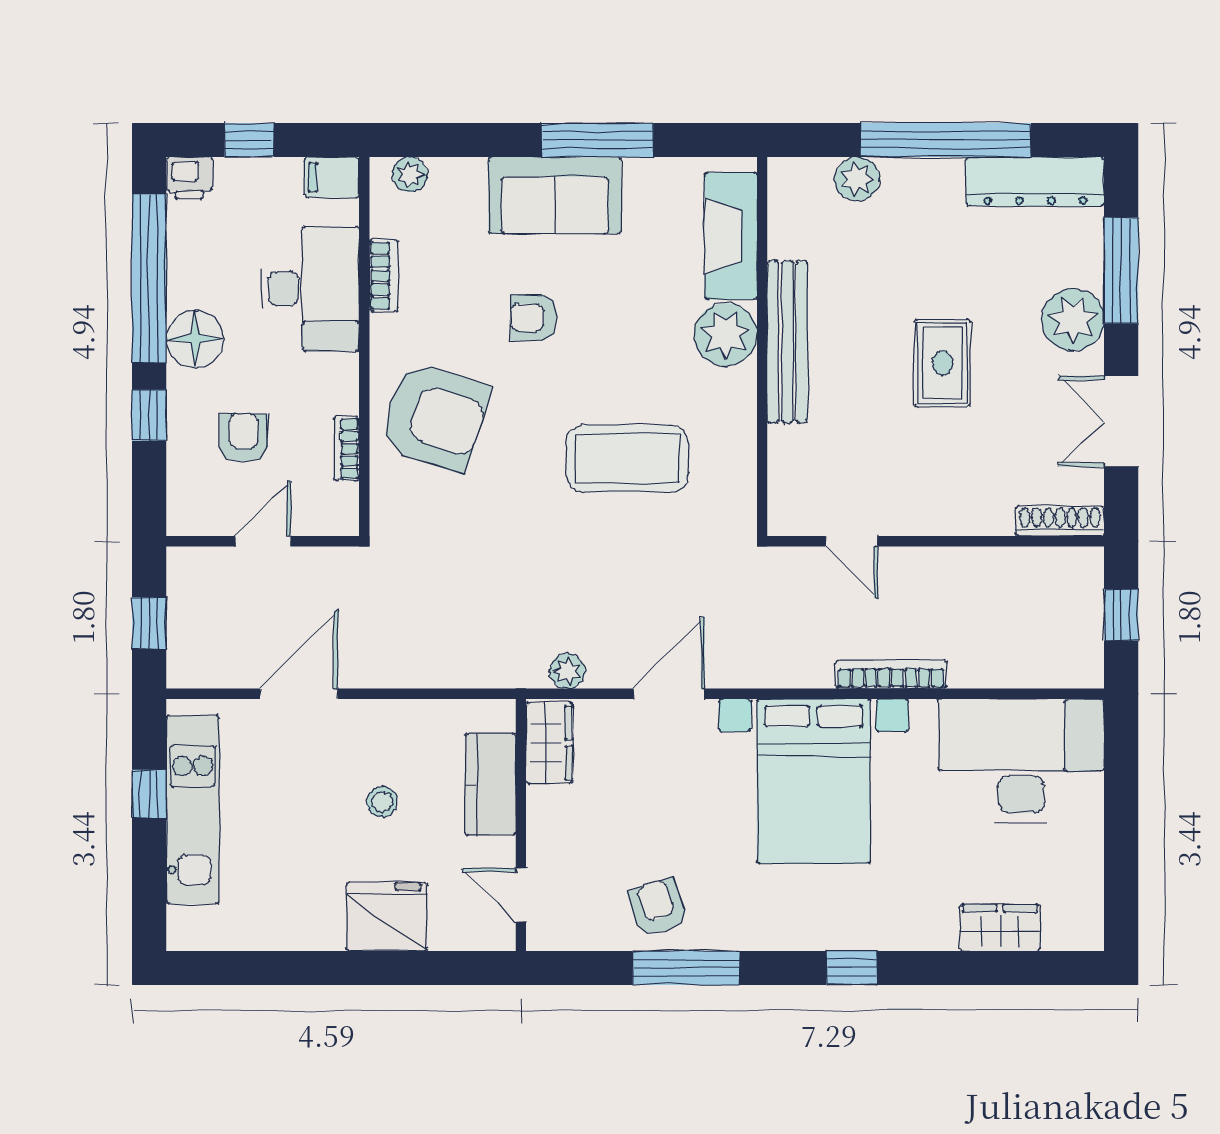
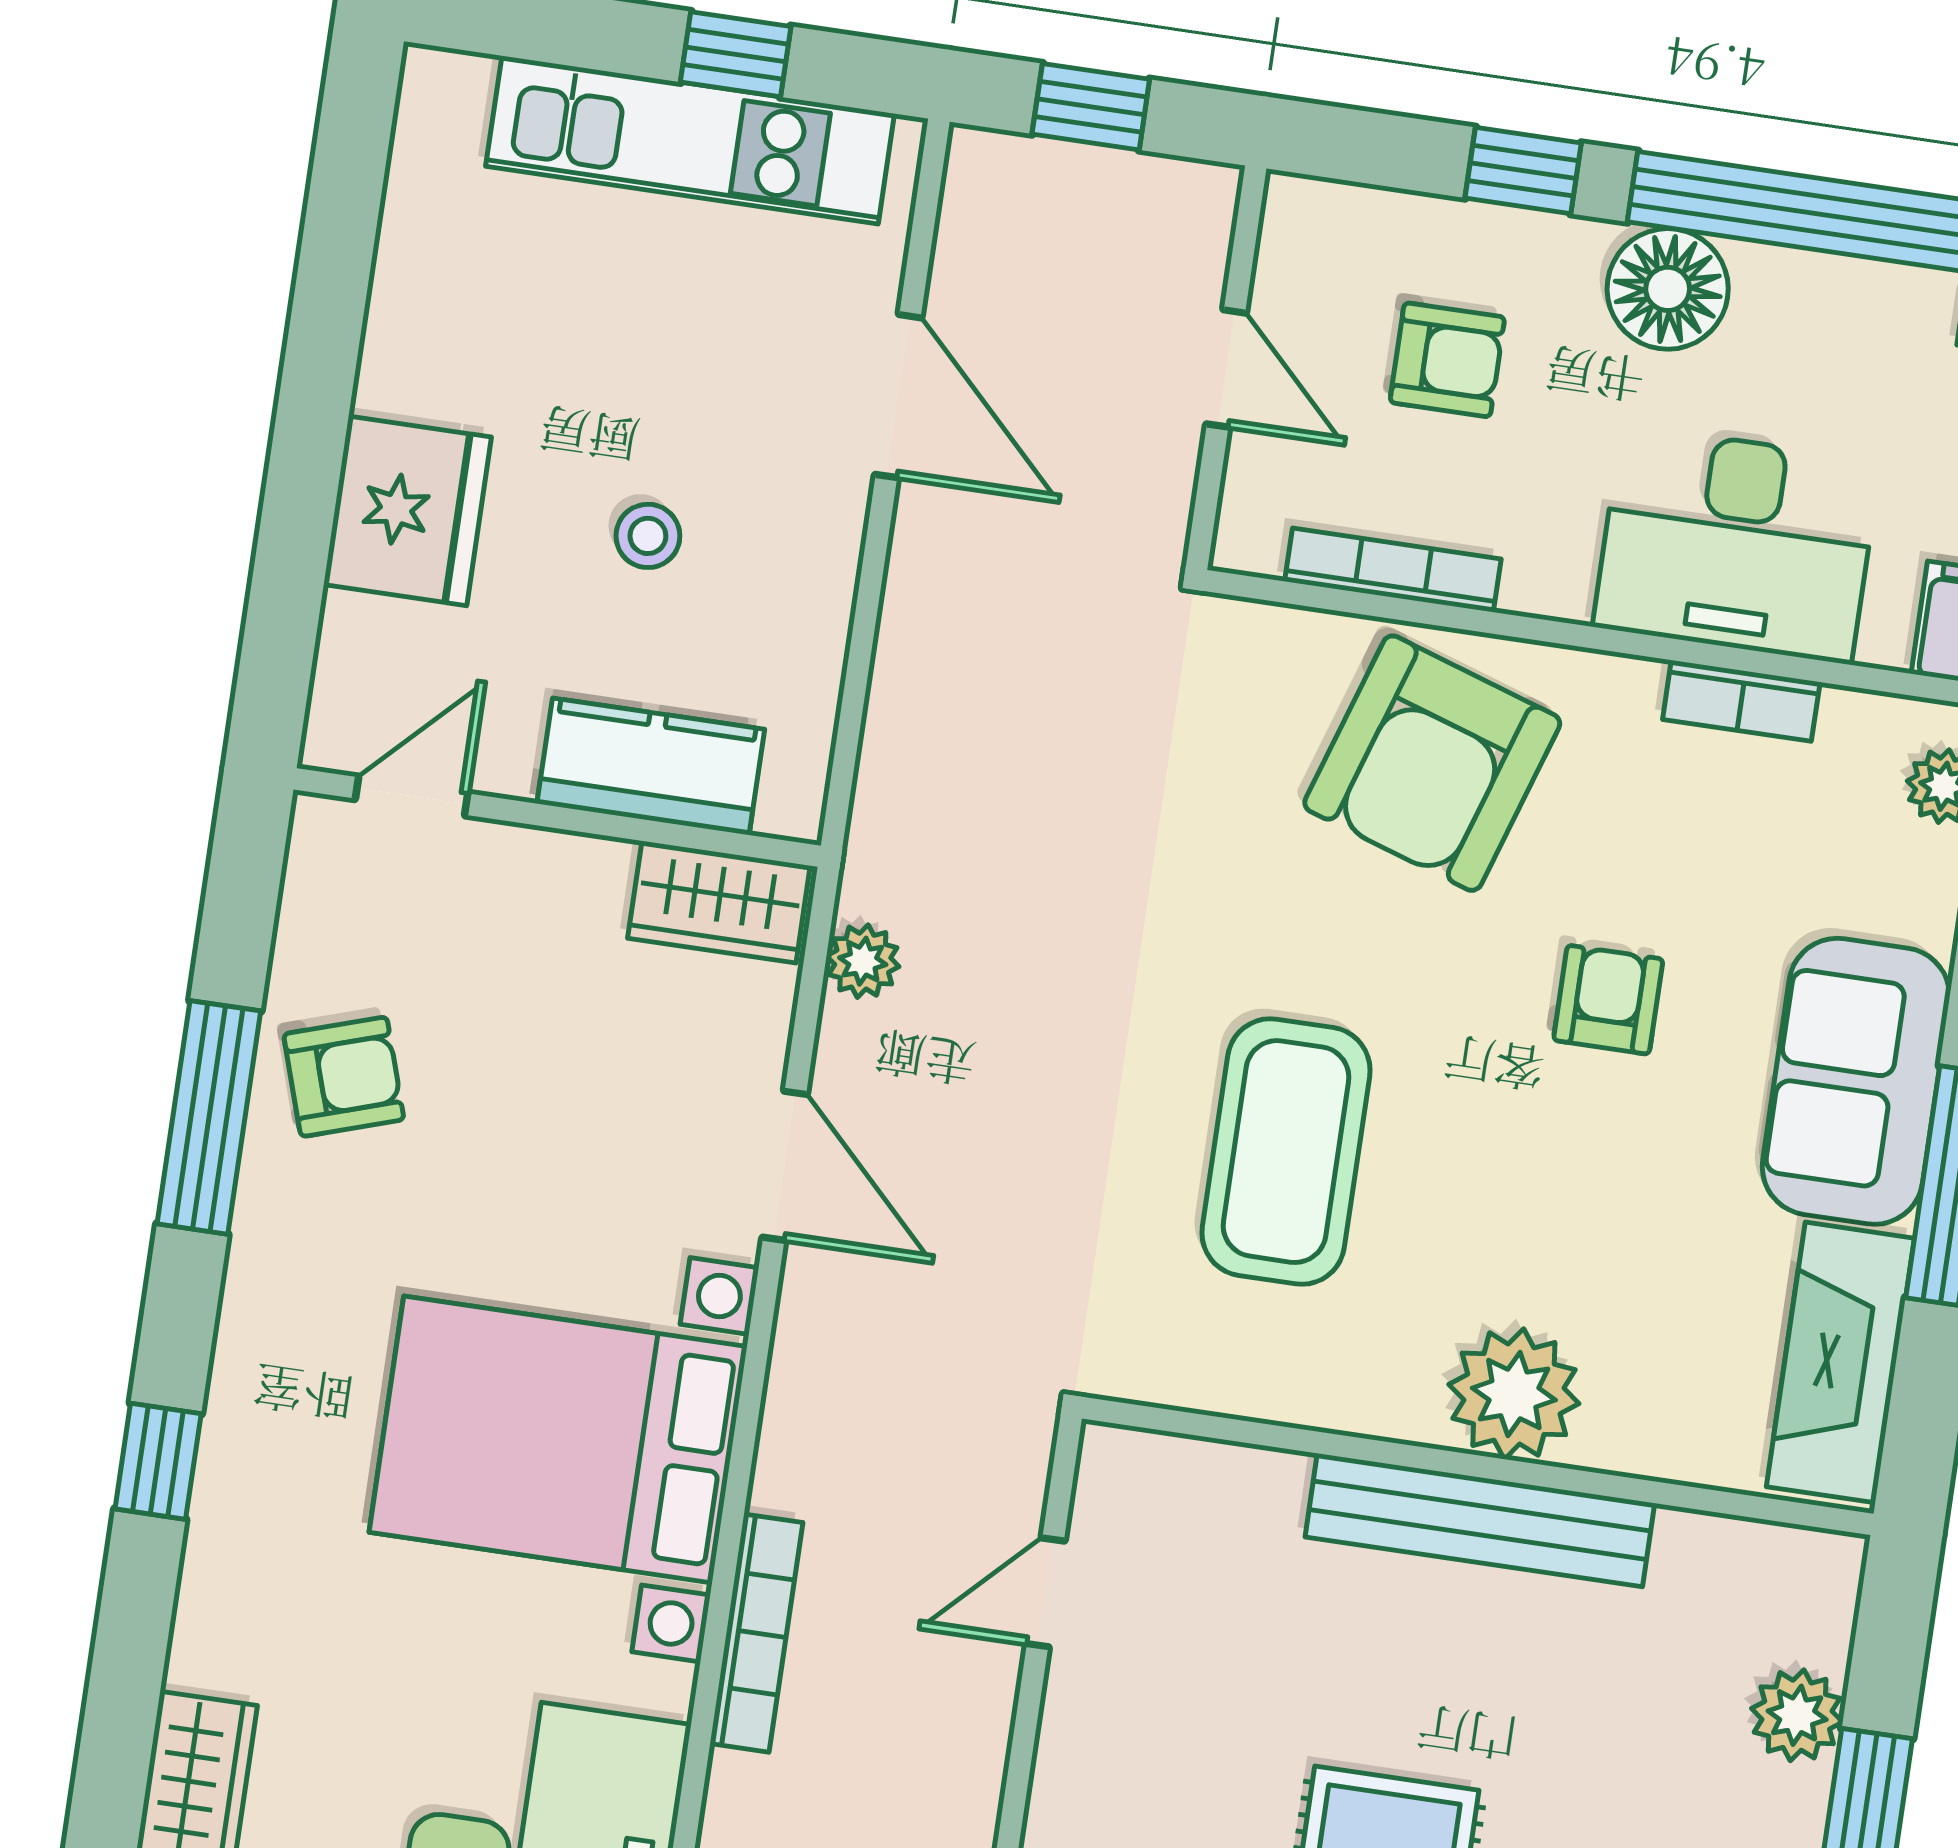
fireplace: (731, 236) -> (1840, 1362), moved, turned -90
bookcase: (346, 449) -> (1393, 570), width x1.56

